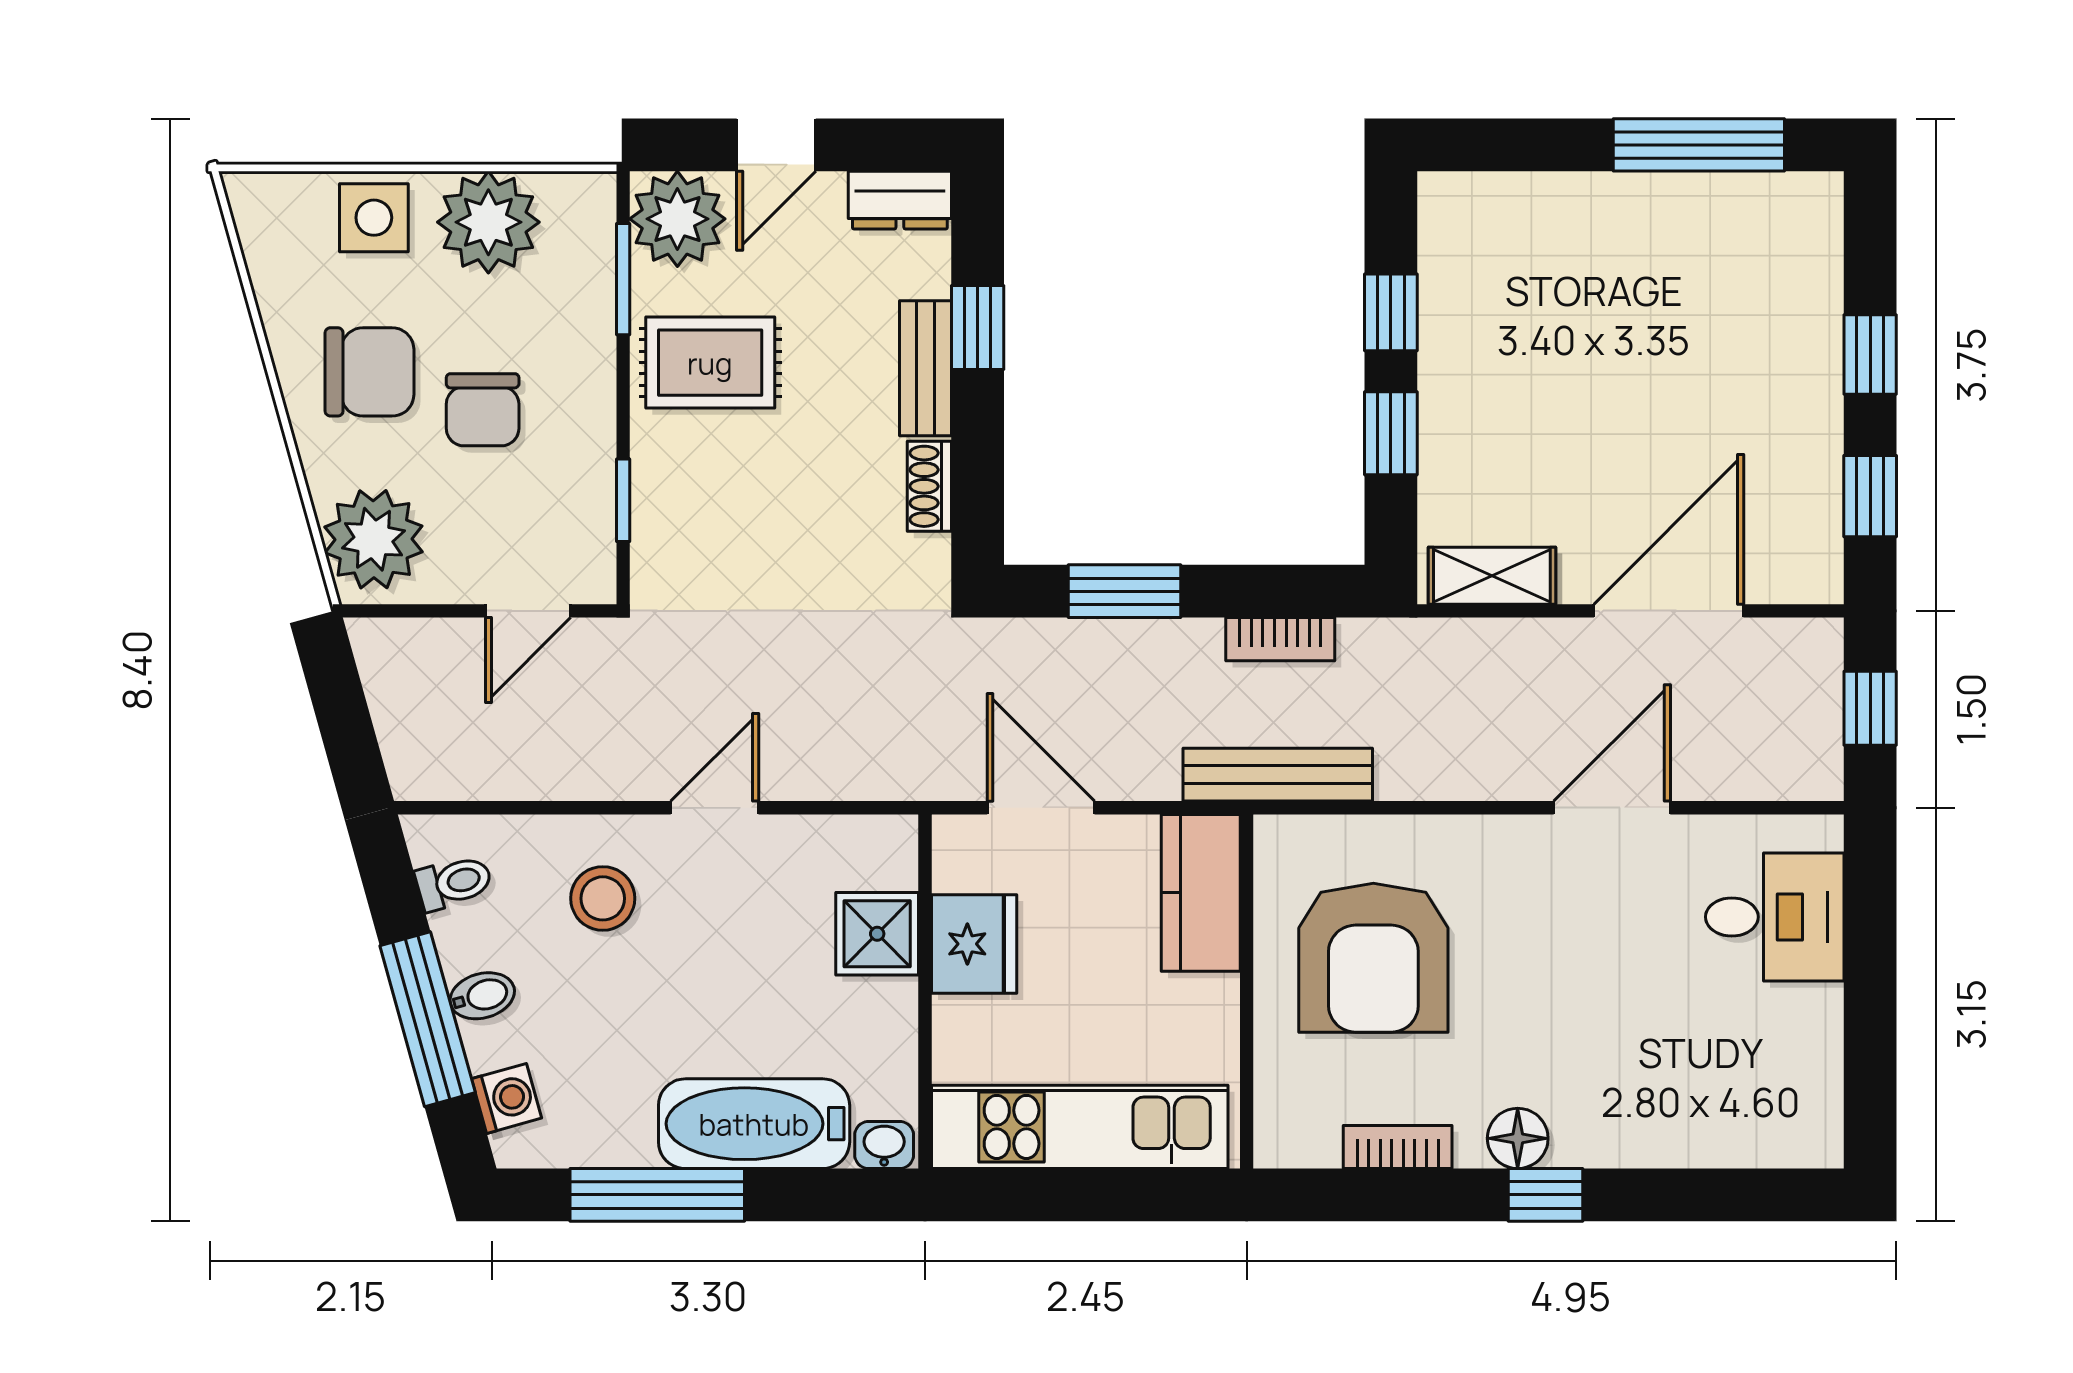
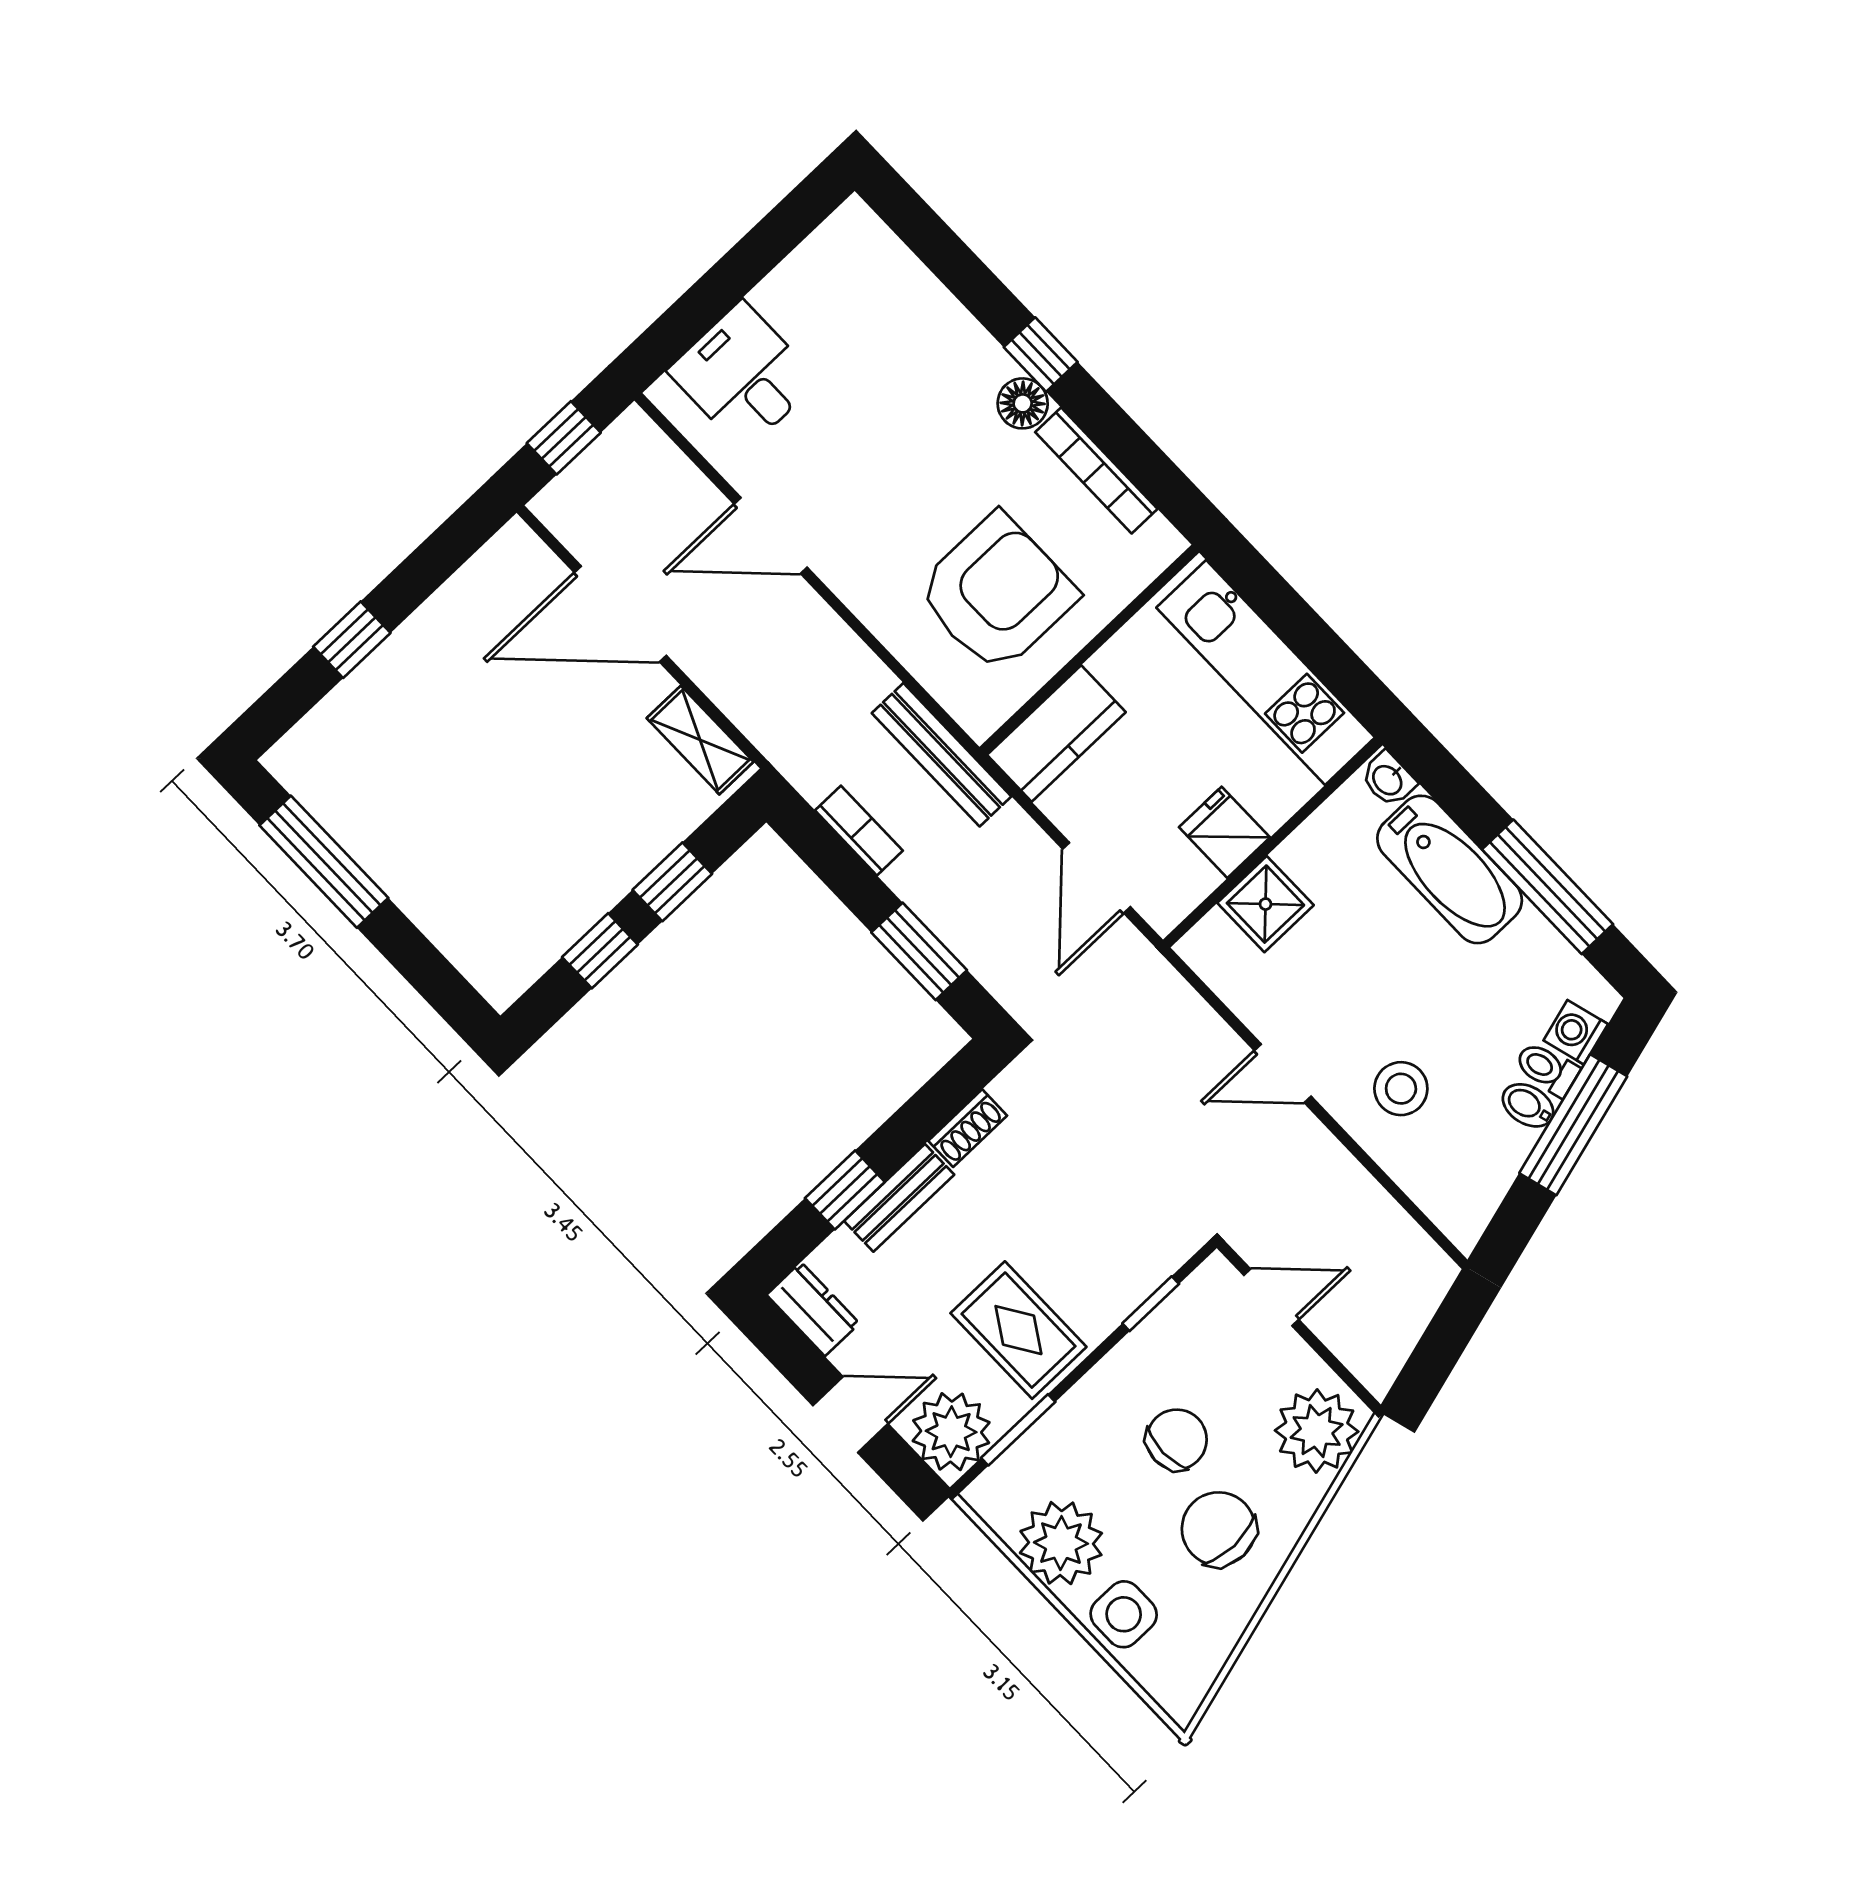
window: (1870, 496) -> (437, 559), removed
toilet: (454, 883) -> (1547, 1069), moved
fridge: (974, 944) -> (1224, 832), width x0.72
bookcase: (1398, 1147) -> (1096, 470), width x1.56

